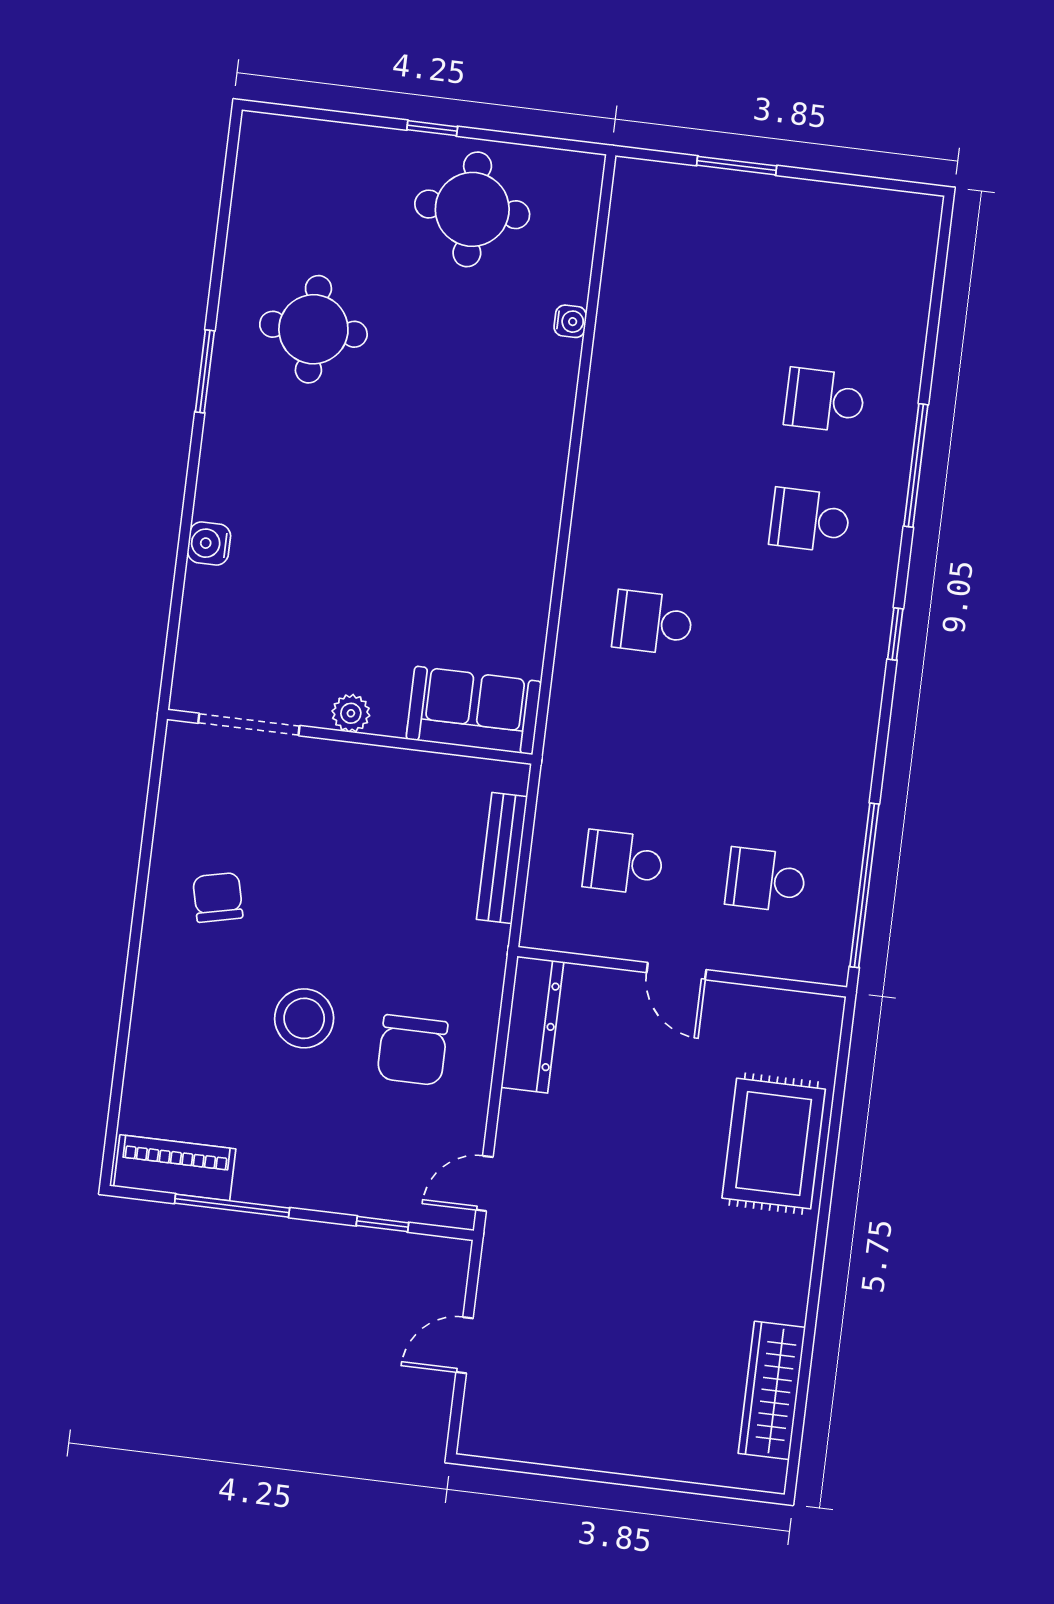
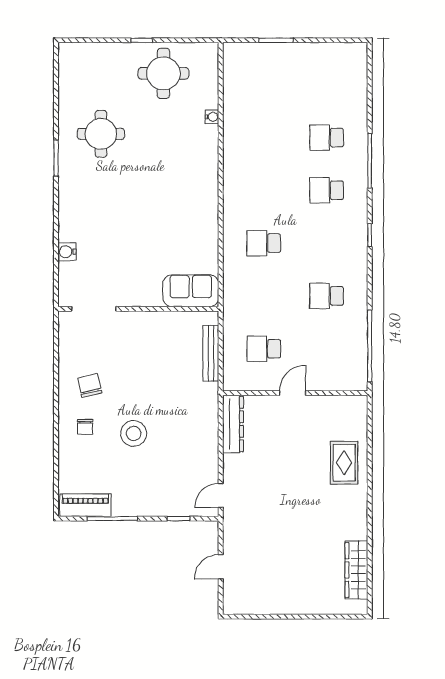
water cooler: (209, 544) -> (67, 252), moved
plant: (351, 713) -> (138, 299), removed
school desk: (766, 880) -> (327, 296), moved
door: (676, 971) -> (293, 393), swing flipped
chair: (412, 1050) -> (85, 427), moved, width x0.54, depth x0.54
rug: (774, 1144) -> (344, 463), width x0.73, depth x0.70

